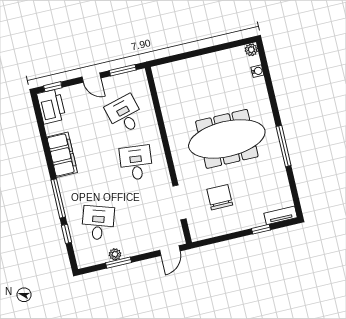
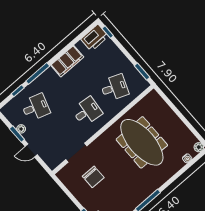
door: (91, 78) -> (127, 54), removed
desk: (125, 114) -> (114, 88), turned 36
meeting table: (227, 139) -> (142, 142), moved
chair: (220, 197) -> (93, 177), turned 90
door: (170, 251) -> (31, 151), moved

